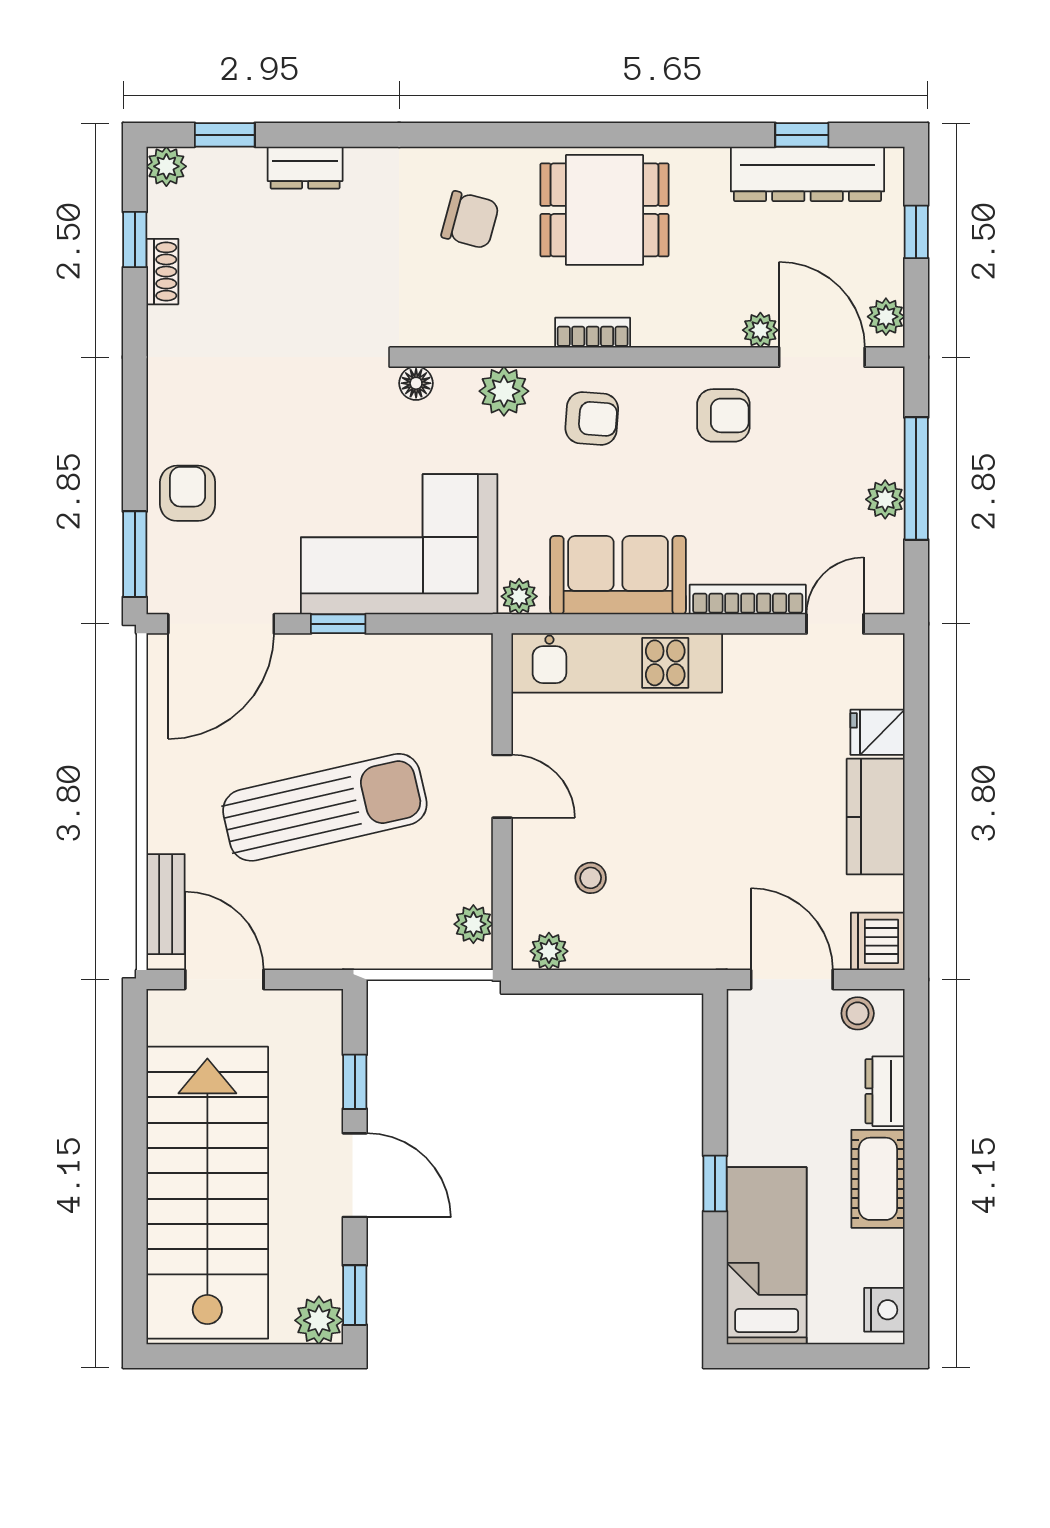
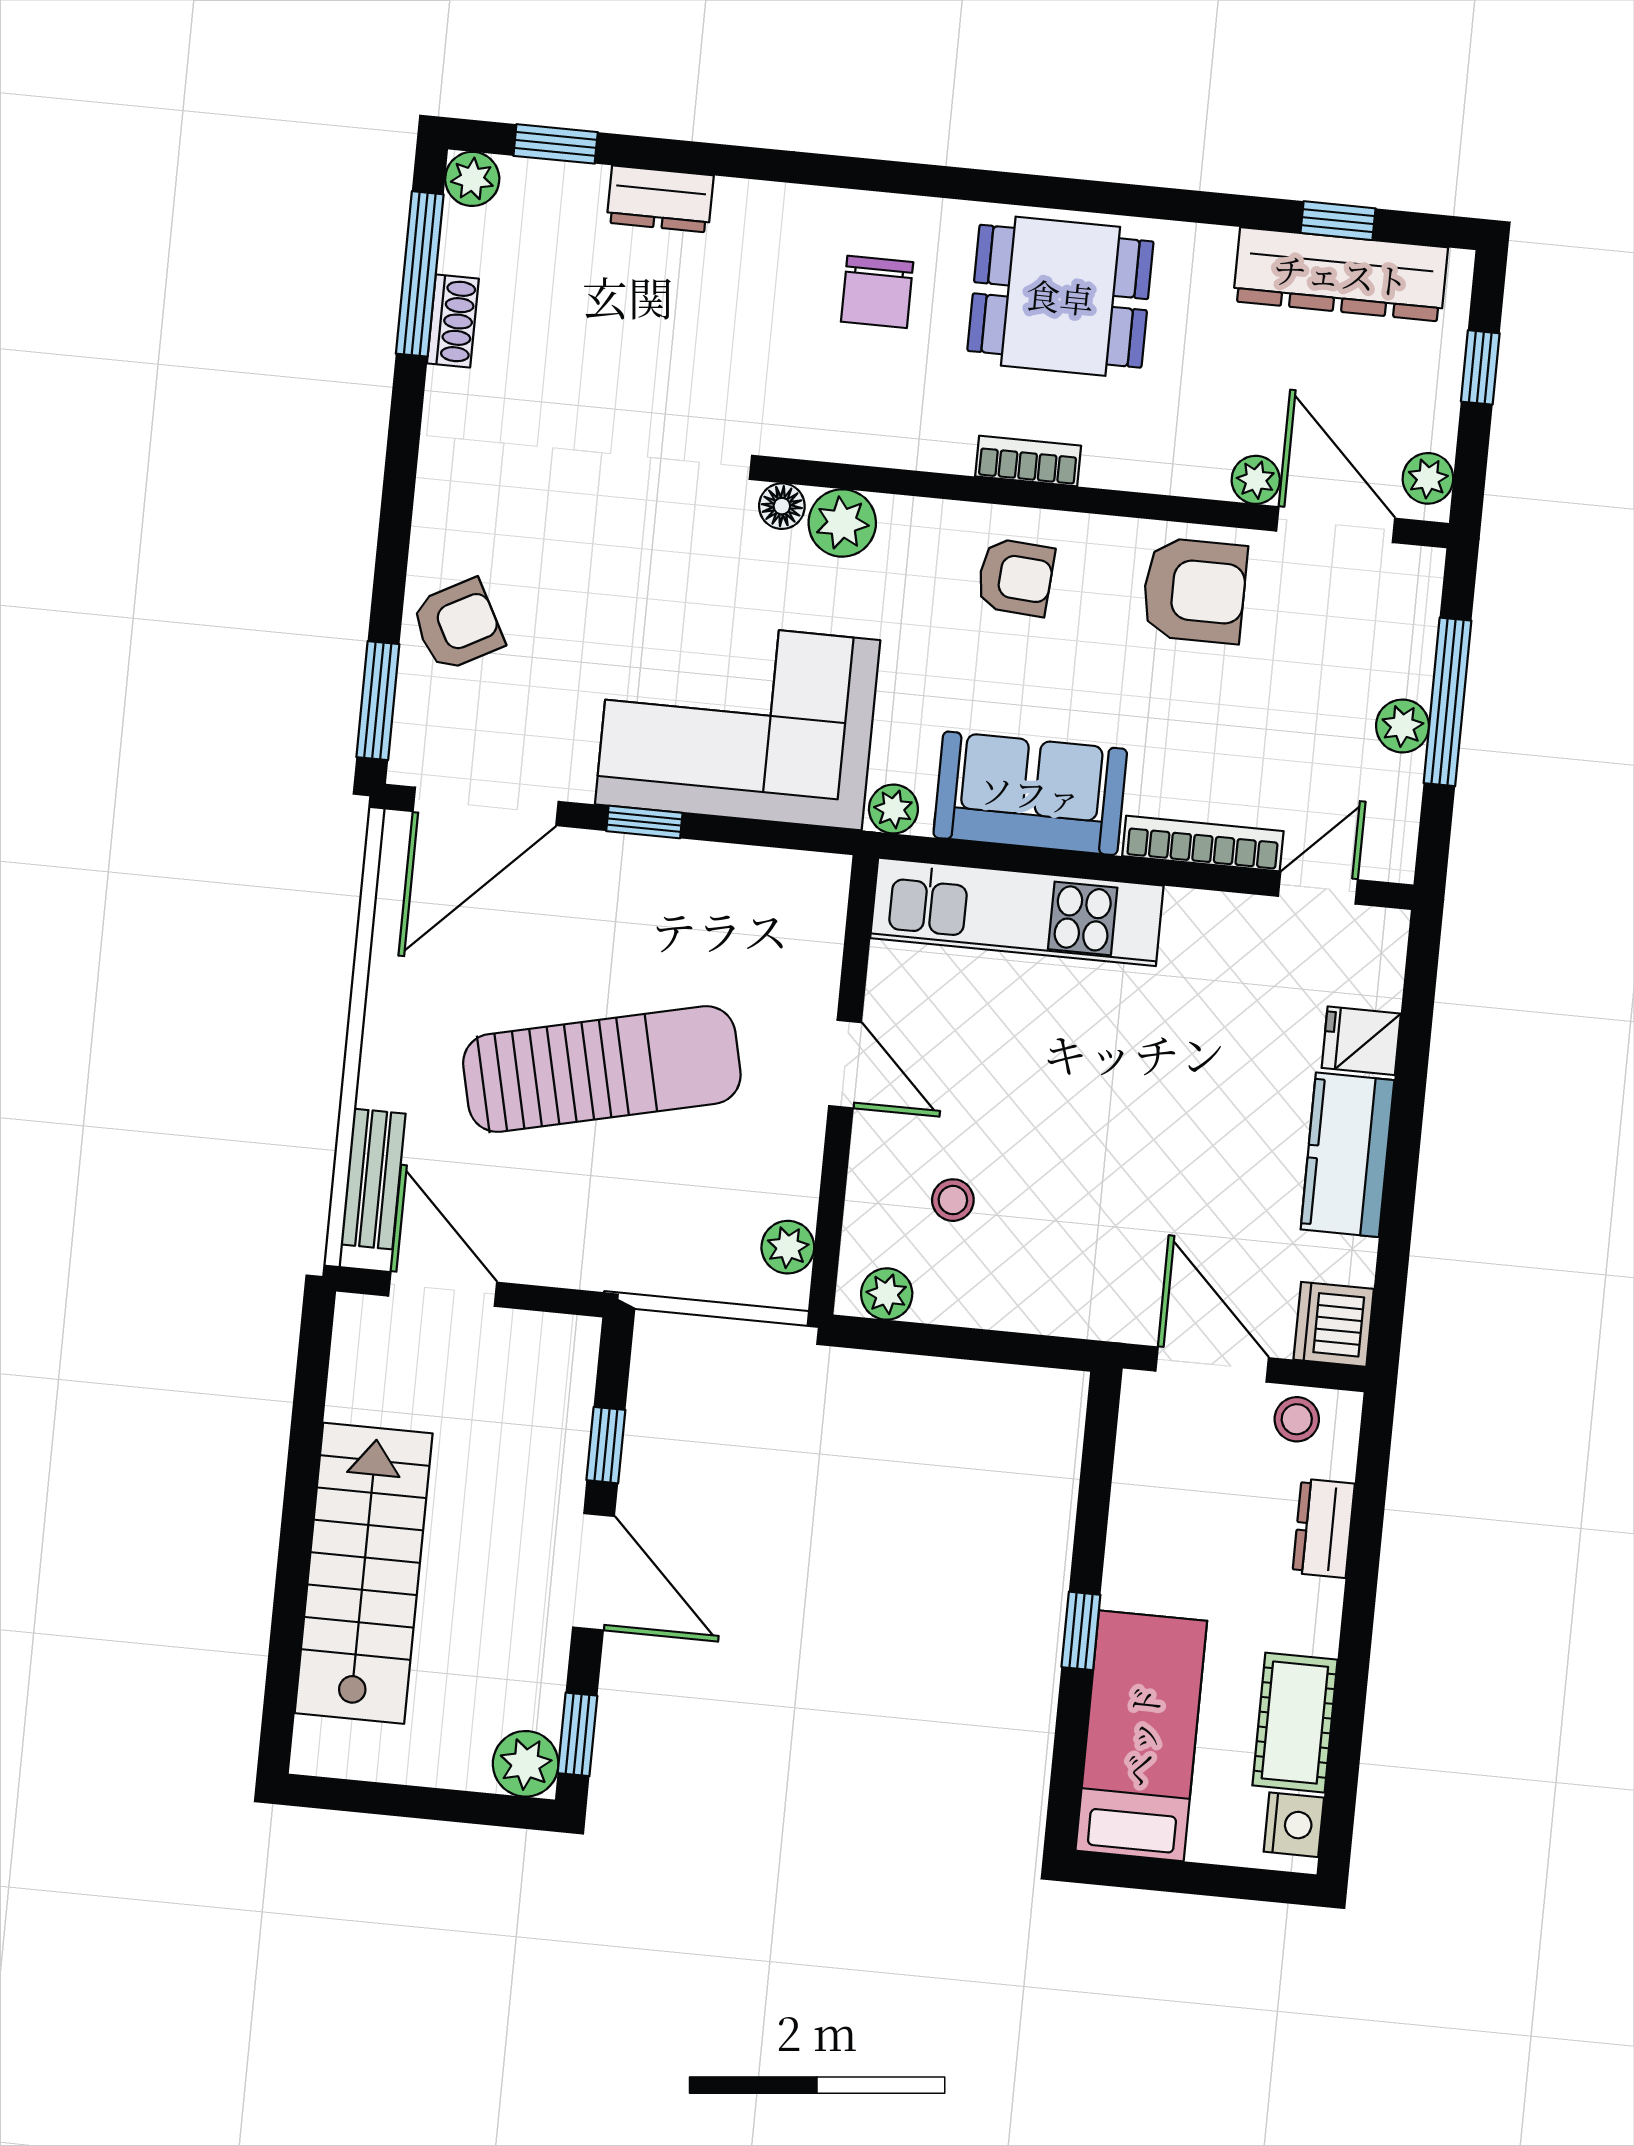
chair: (470, 220) -> (877, 292), turned 75
window: (135, 240) -> (420, 274), width x2.17
plant: (504, 391) -> (842, 523), moved
armchair: (723, 415) -> (1194, 591), width x1.38, depth x1.38
armchair: (188, 493) -> (458, 625), turned 62
cot: (878, 1179) -> (1295, 1723), moved
stairs: (207, 1193) -> (364, 1573), width x0.73, depth x0.66

